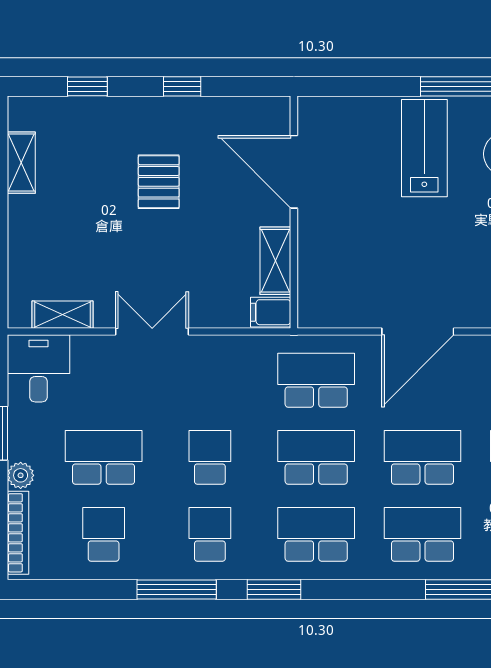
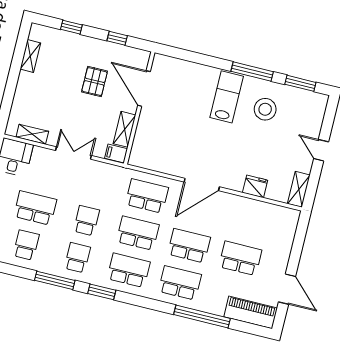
door: (294, 172) -> (144, 89), moved
wall: (294, 212) -> (139, 108), moved
shelving: (275, 261) -> (125, 129), moved
filing cabinet: (271, 312) -> (116, 154), moved

